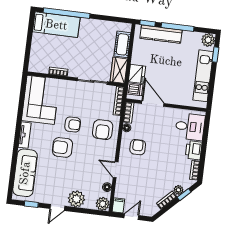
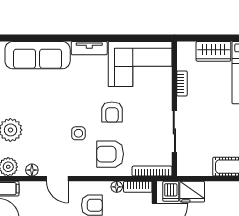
wardrobe: (119, 70) -> (213, 51), moved, turned 180
armchair: (62, 147) -> (79, 102), removed
side table: (85, 150) -> (78, 133), added
door: (116, 170) -> (57, 179), swing flipped

